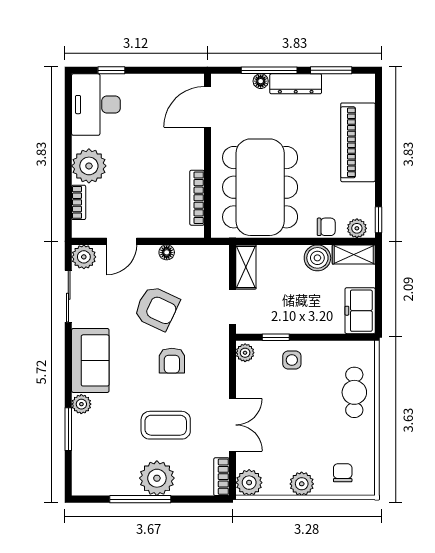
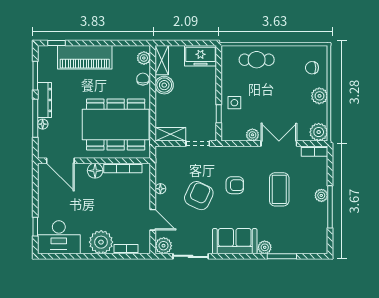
floor lamp: (193, 157) -> (95, 171), added
window: (379, 220) -> (56, 43), moved
plant: (245, 353) -> (252, 135), moved
plant: (157, 478) -> (321, 195), width x0.53, depth x0.53

